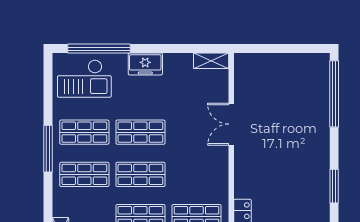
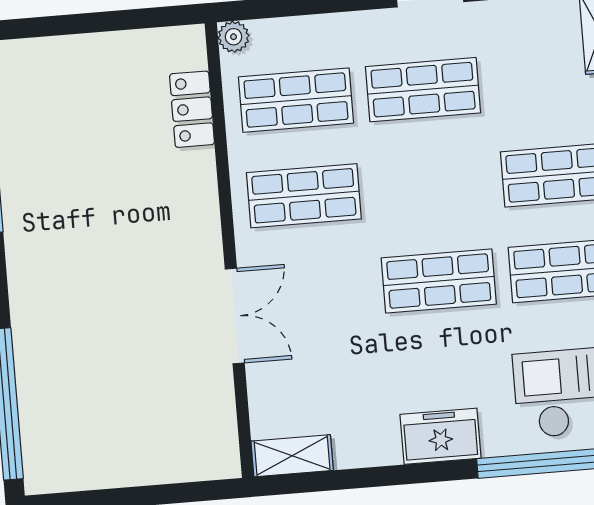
shop shelf: (140, 174) -> (304, 196), moved

